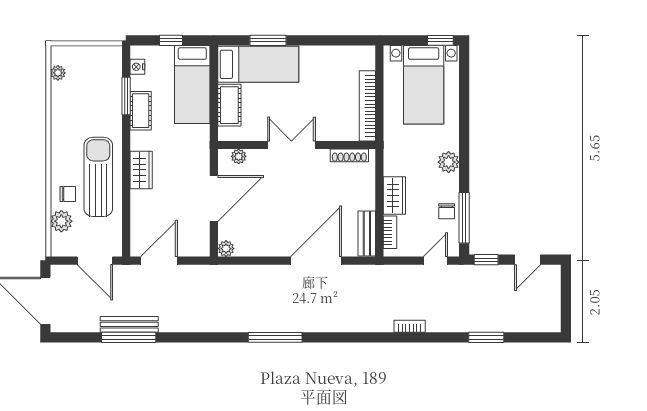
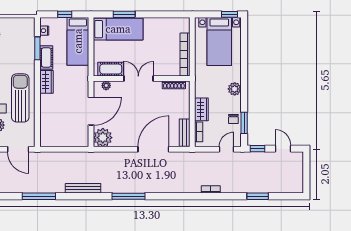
cot: (229, 105) -> (111, 69), moved, turned 90
wardrobe: (141, 170) -> (46, 82), moved
window: (464, 218) -> (244, 123), width x0.69
plant: (226, 249) -> (103, 138), width x1.88, depth x1.88
door: (528, 260) -> (283, 149), swing flipped
door: (159, 261) -> (57, 149), removed
bench: (129, 324) -> (83, 188), moved

